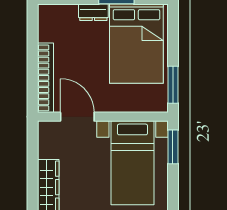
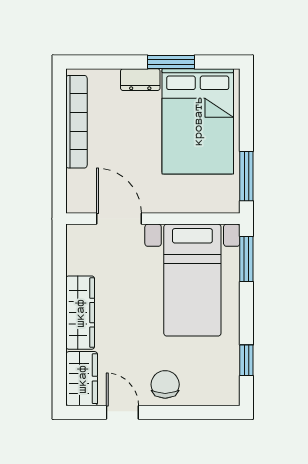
bookcase: (45, 78) -> (76, 122), moved

